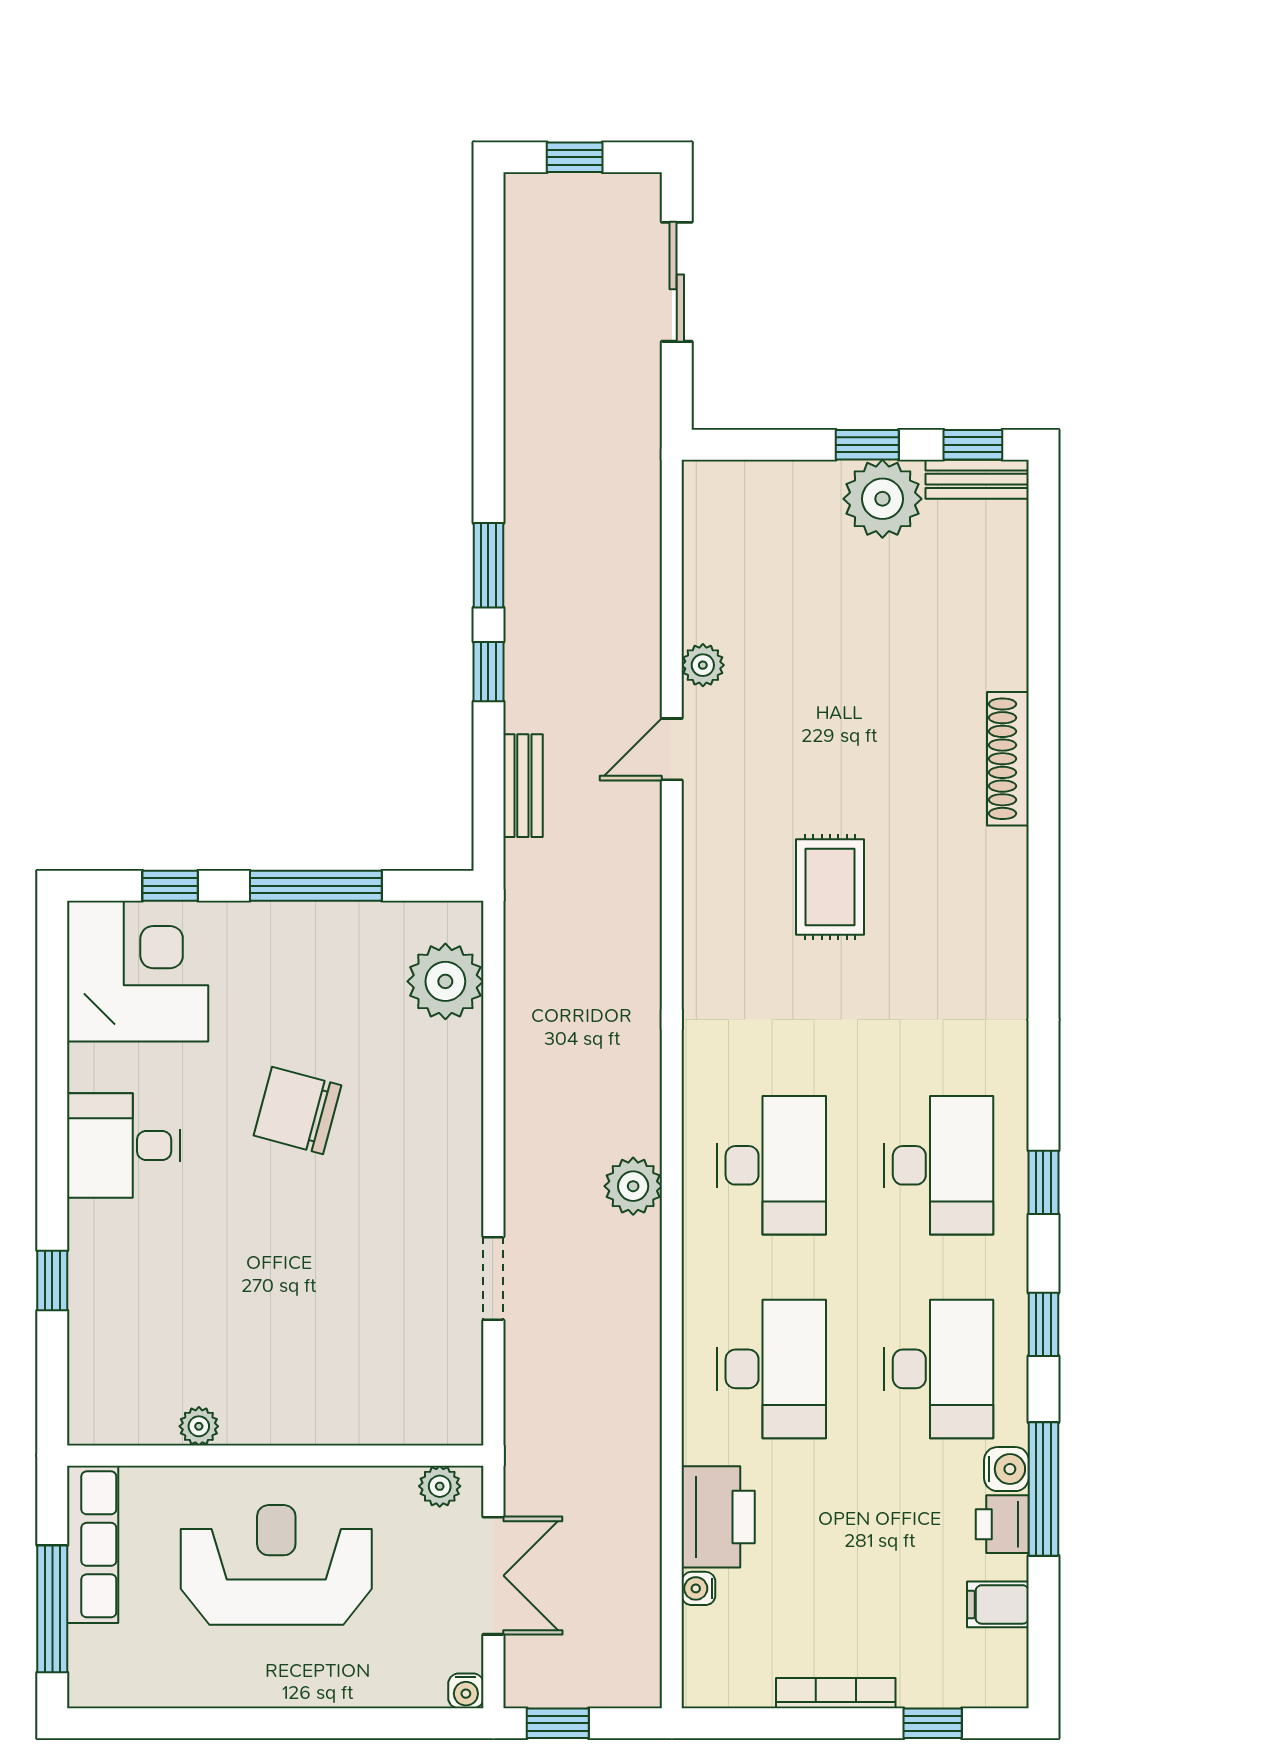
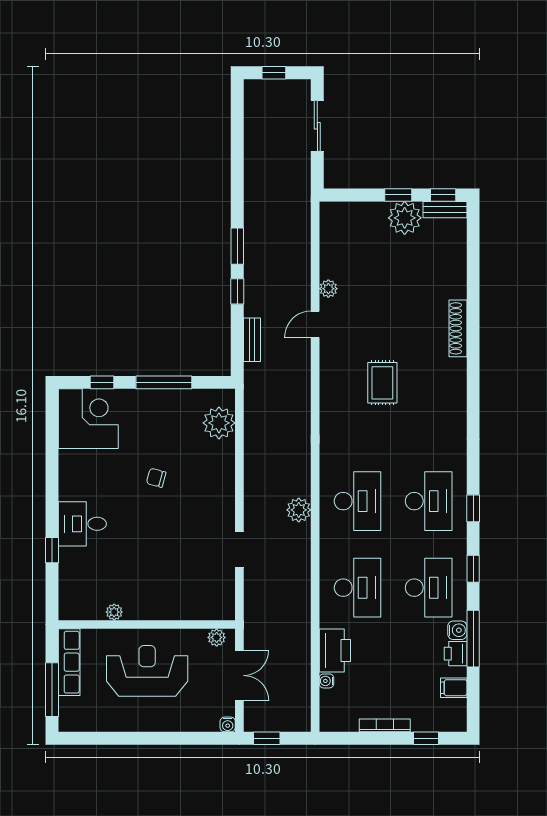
chair: (297, 1110) -> (156, 478), width x0.54, depth x0.54
desk: (124, 1146) -> (82, 524), moved

